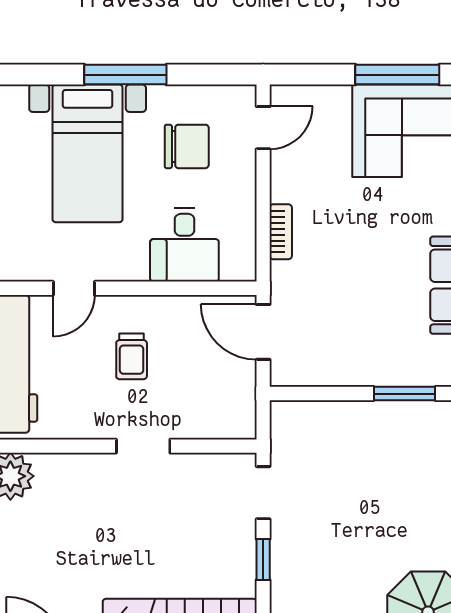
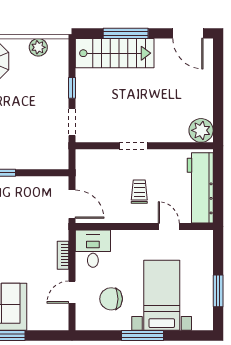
door: (263, 128) -> (72, 292), moved
desk: (184, 245) -> (93, 249), moved
door: (74, 288) -> (169, 226), hinge flipped

